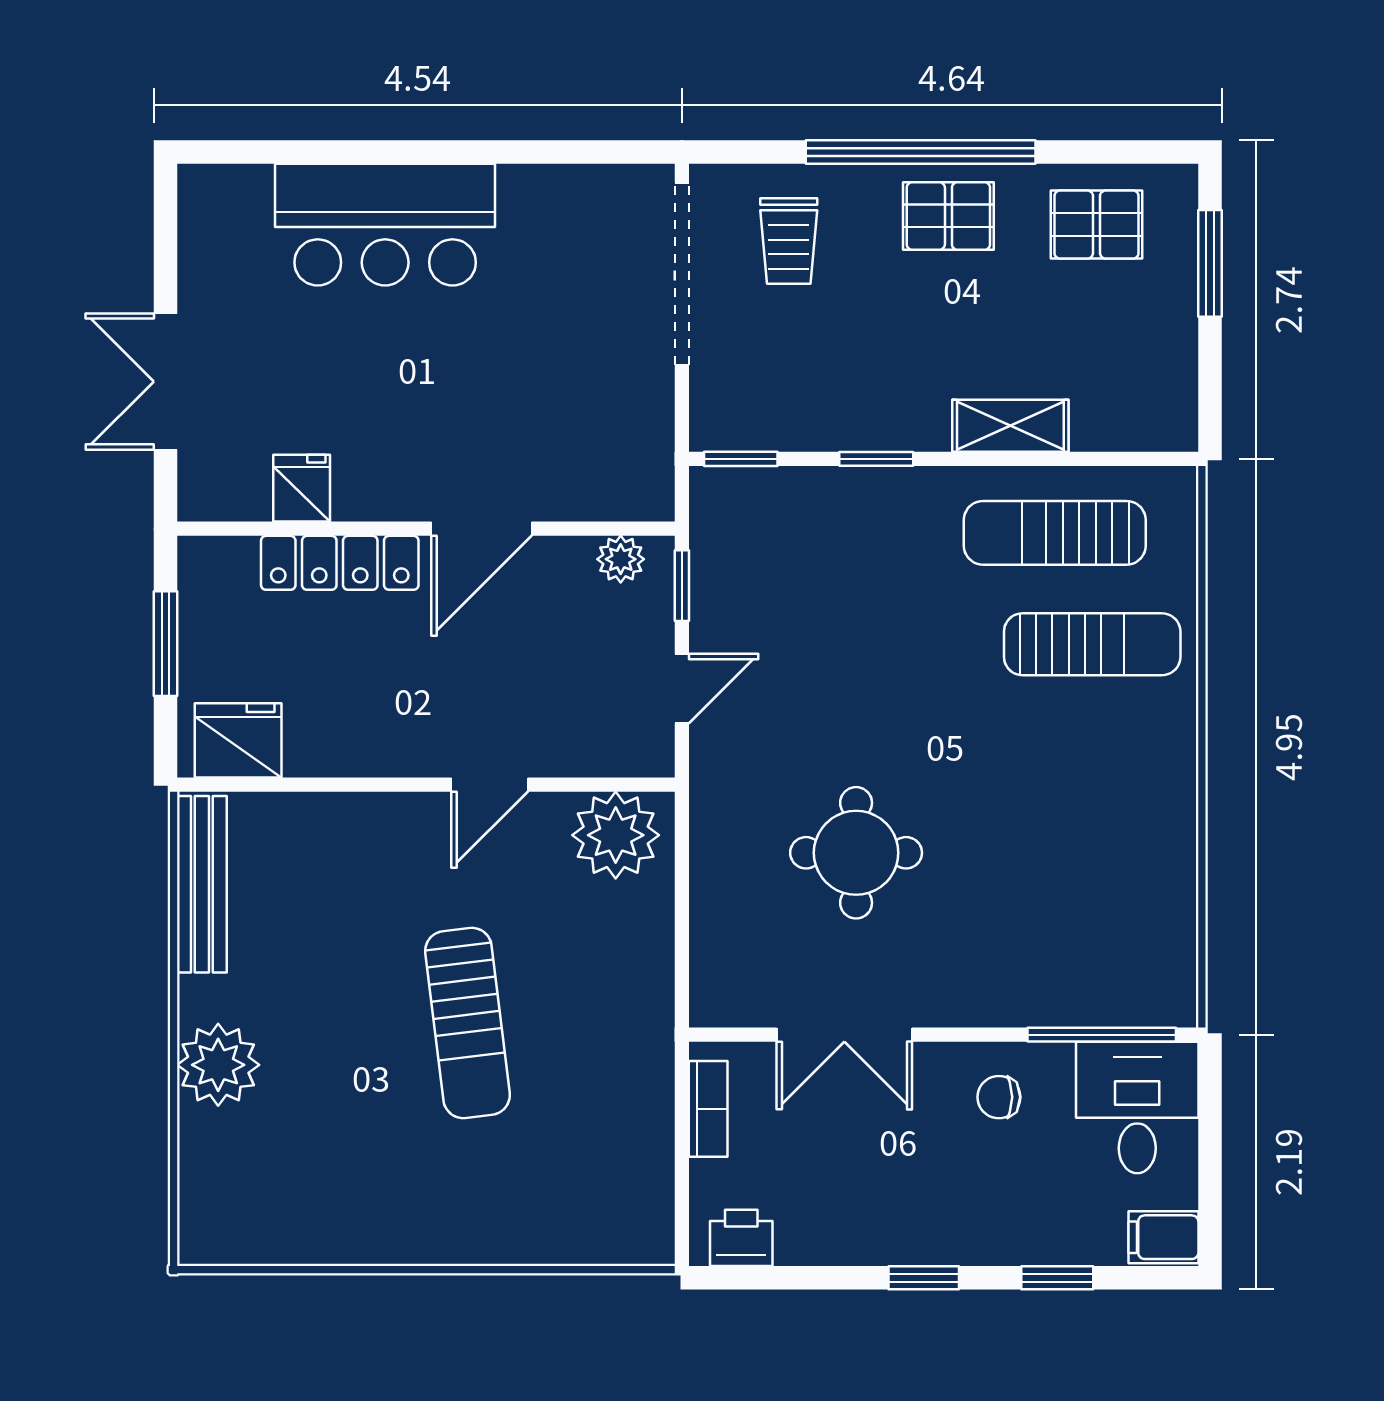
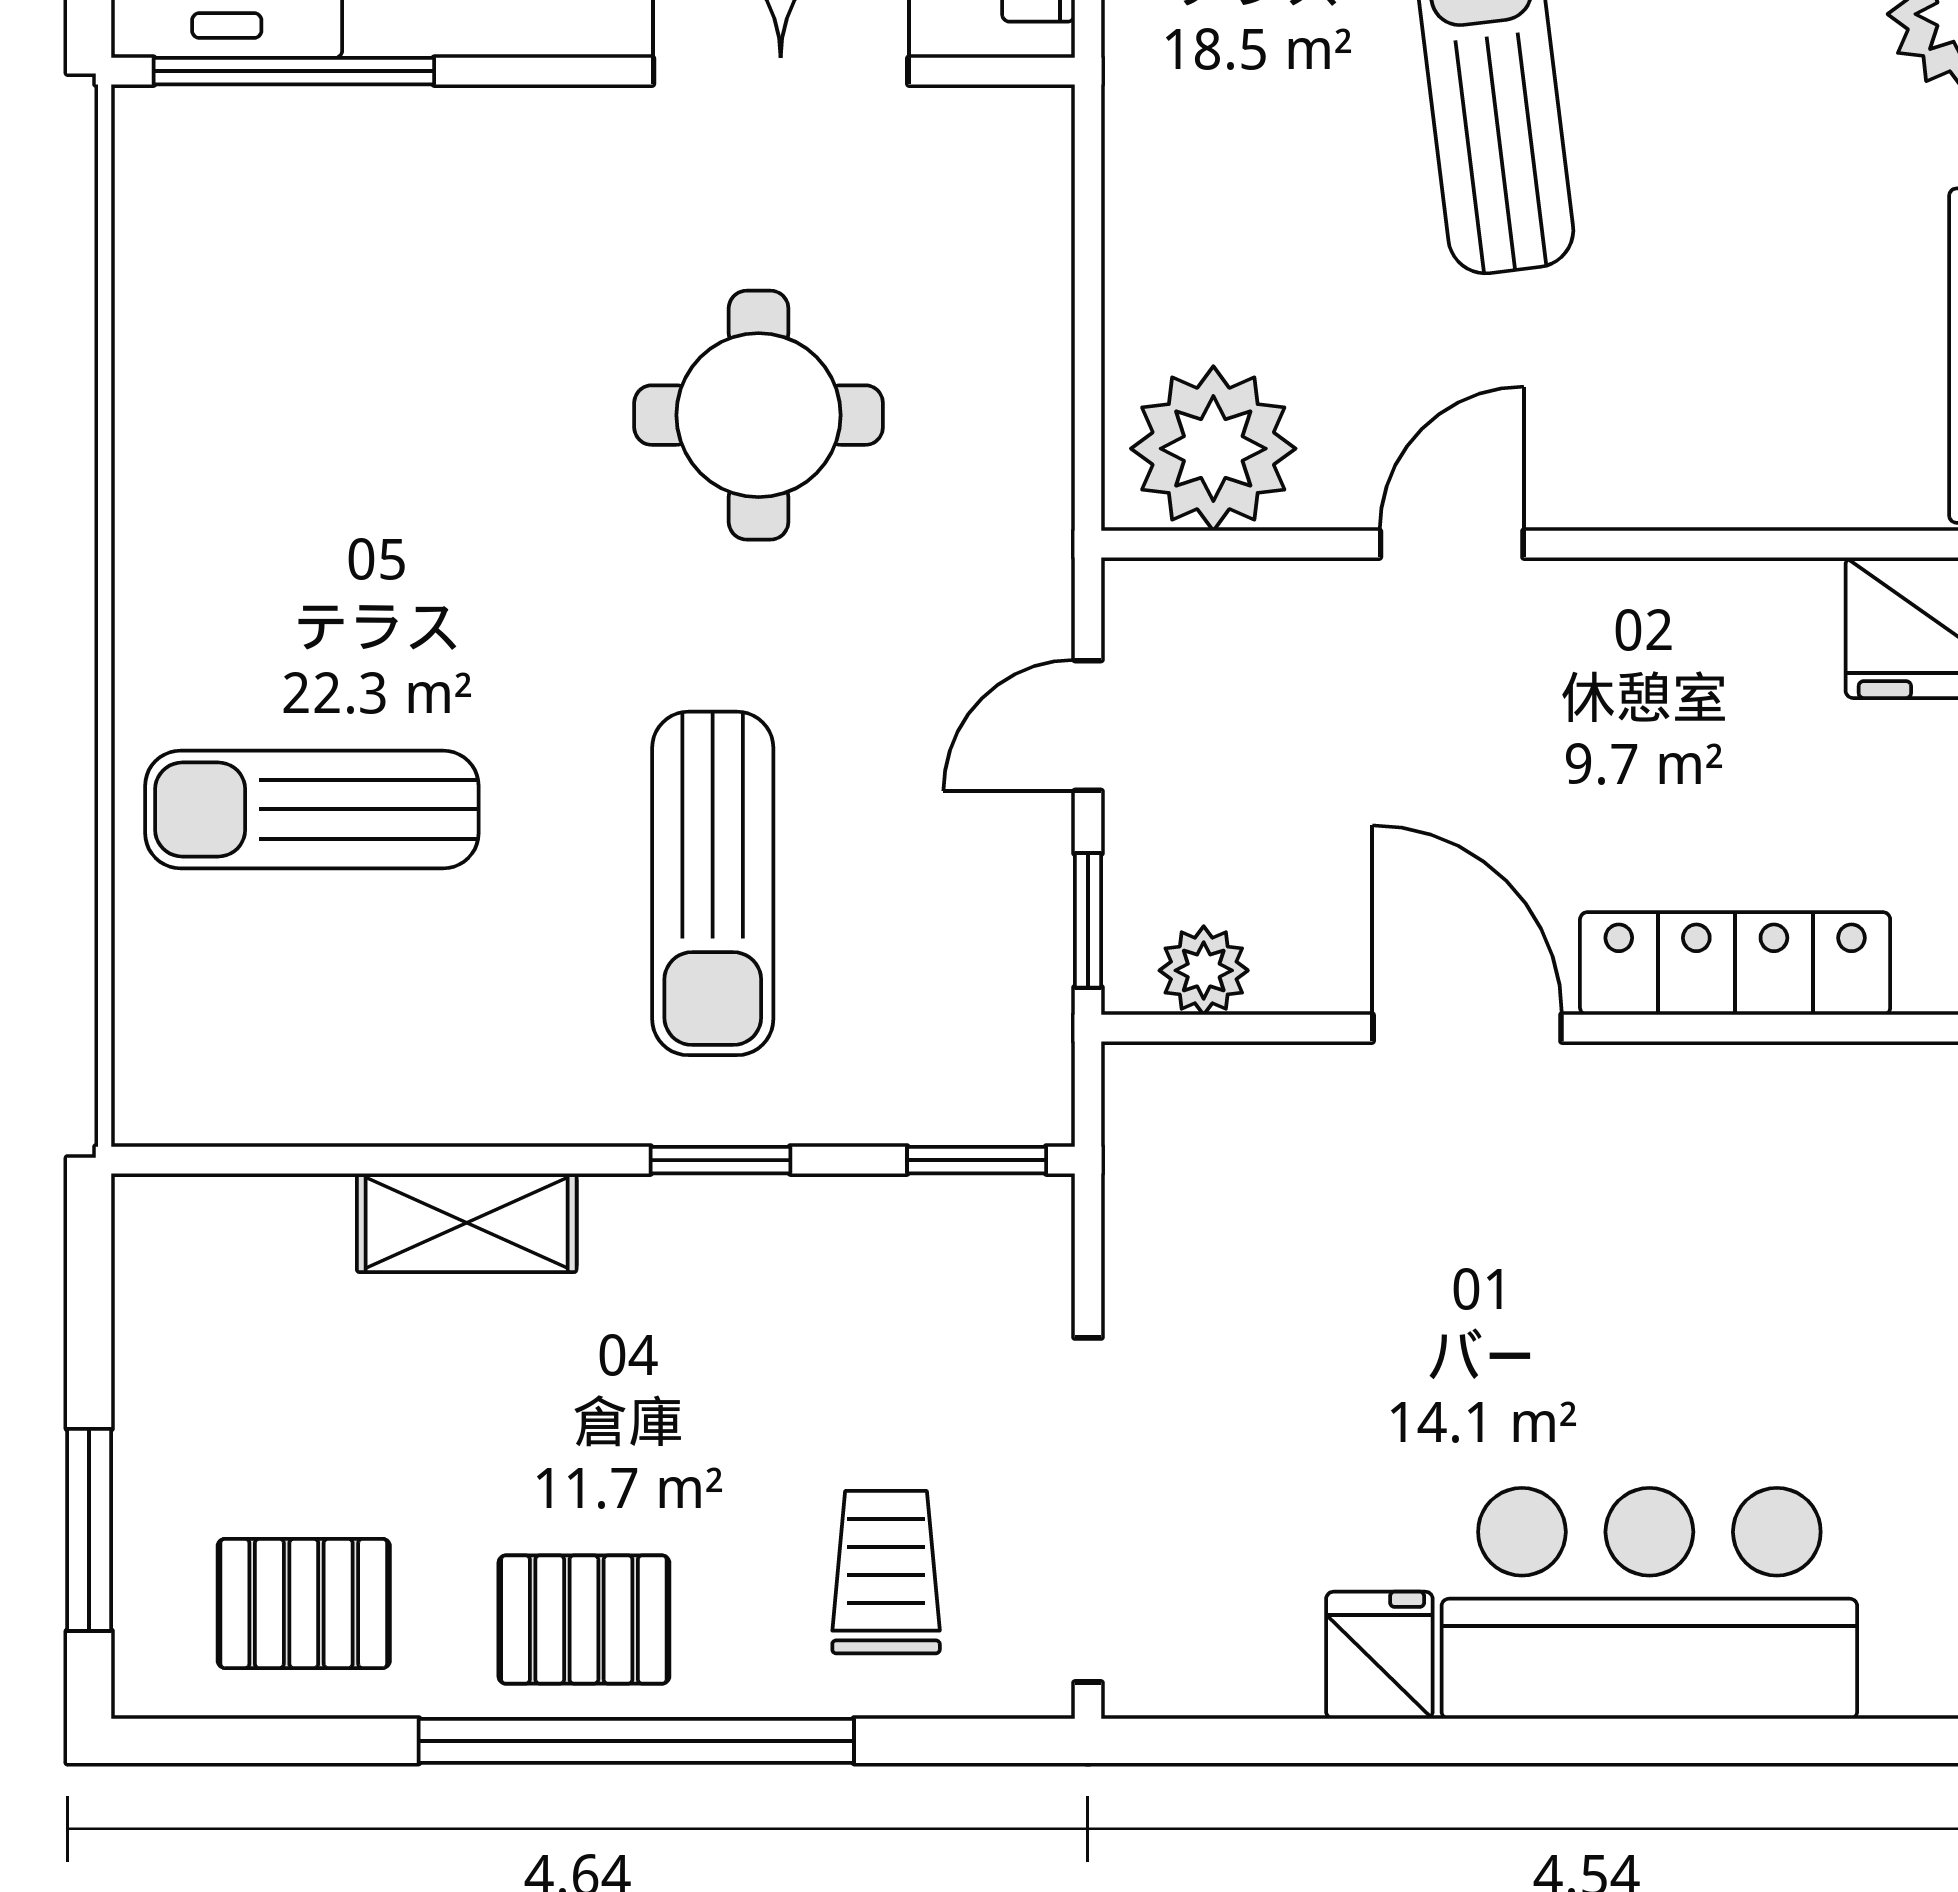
fridge: (302, 488) -> (1379, 1655), moved, turned 180
door: (481, 529) -> (1467, 1028), hinge flipped
sun lounger: (1055, 533) -> (713, 883), moved, turned 90

